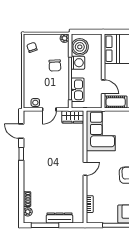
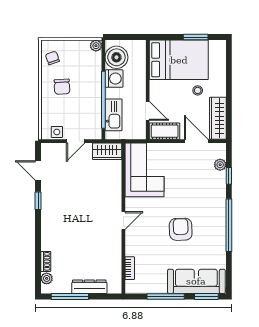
chair: (55, 65) -> (62, 87), moved

